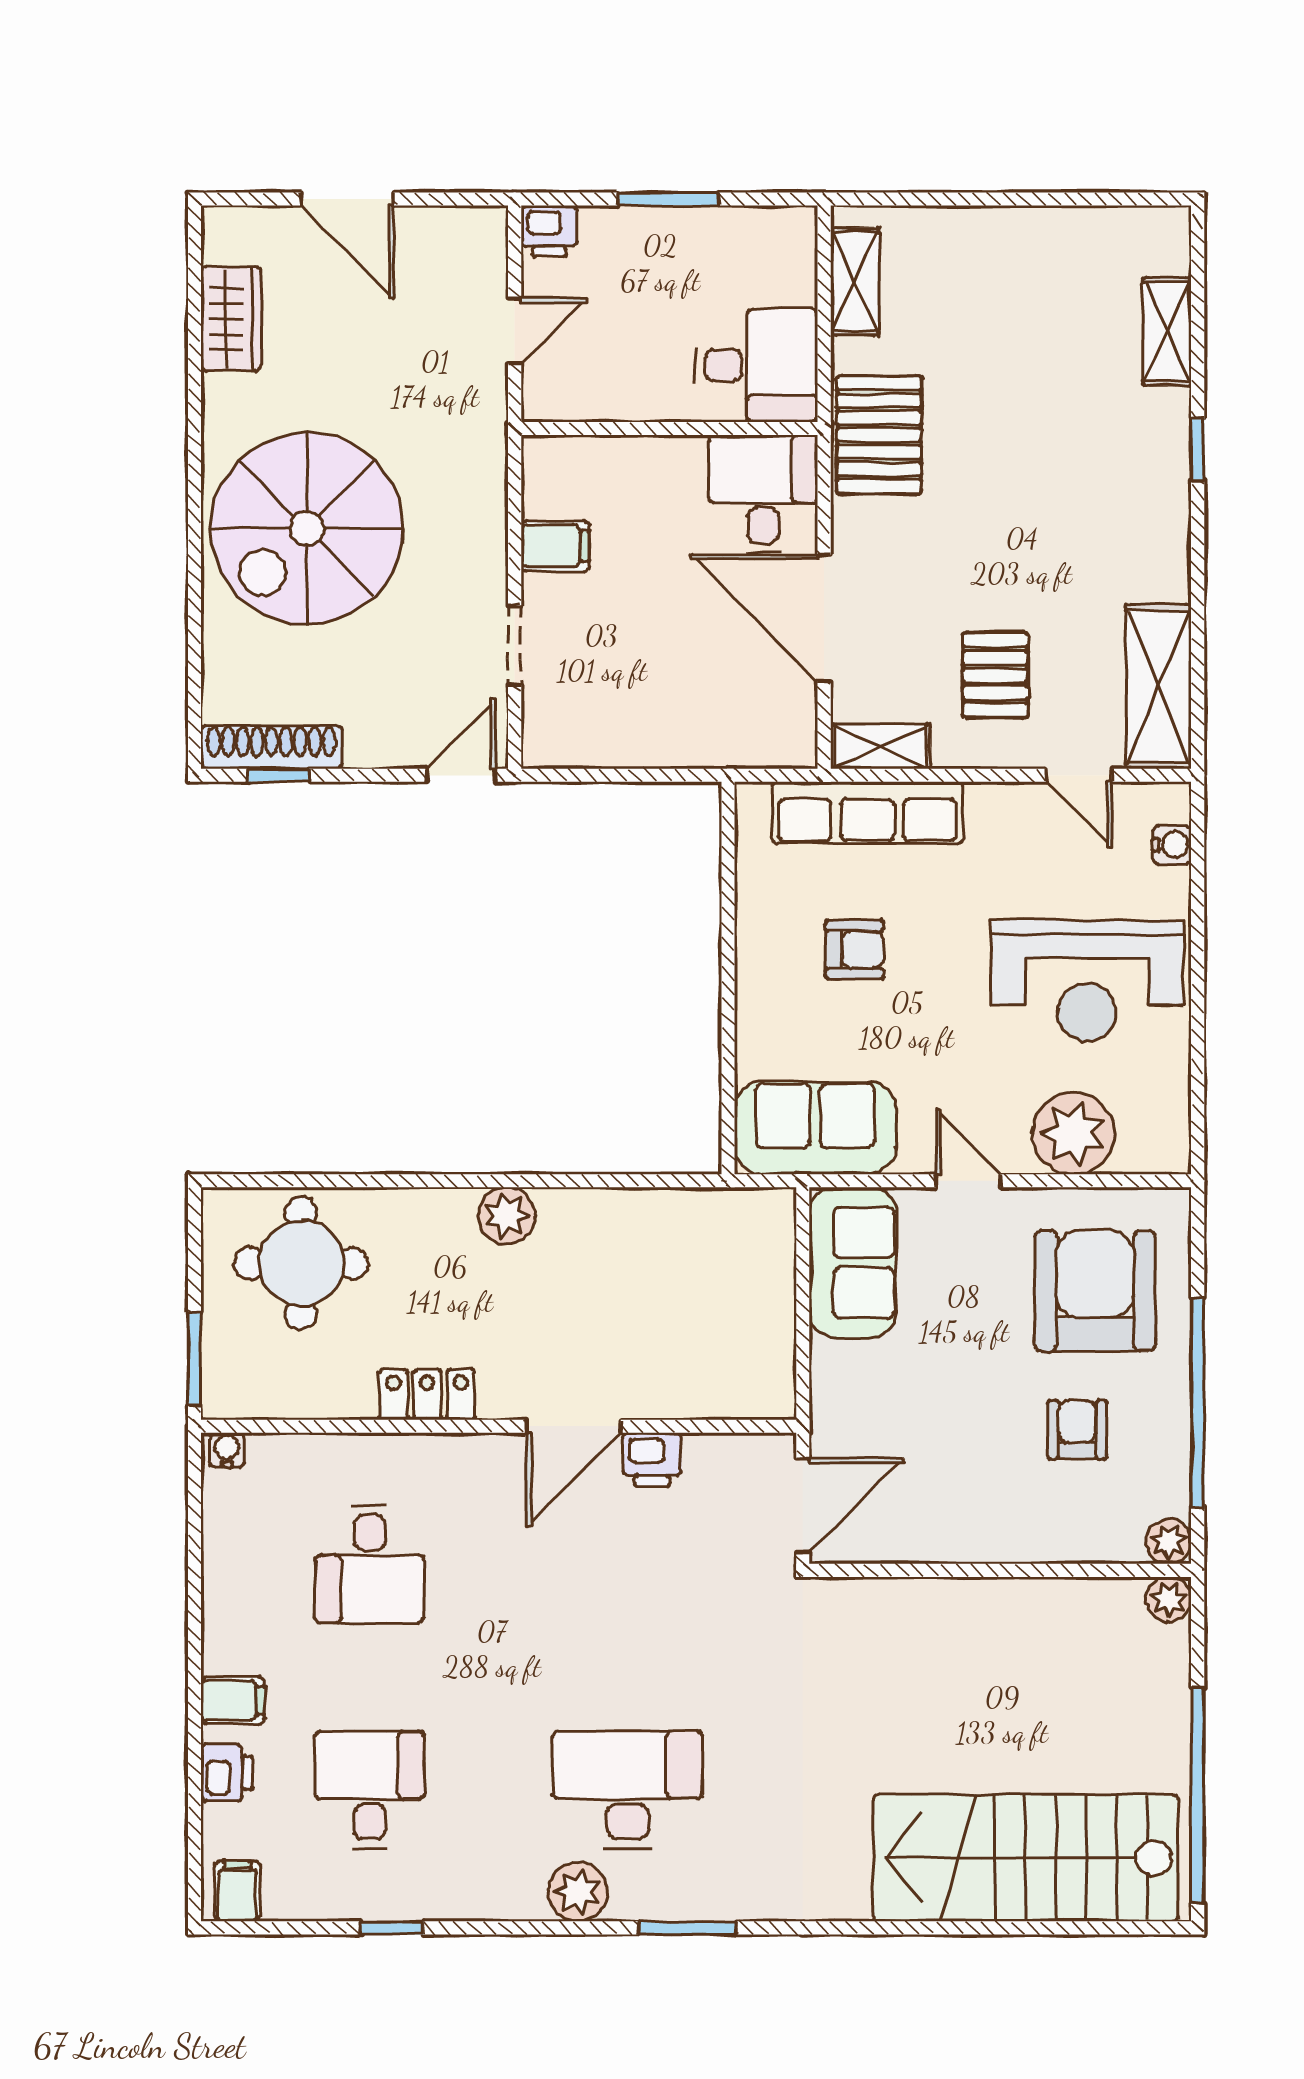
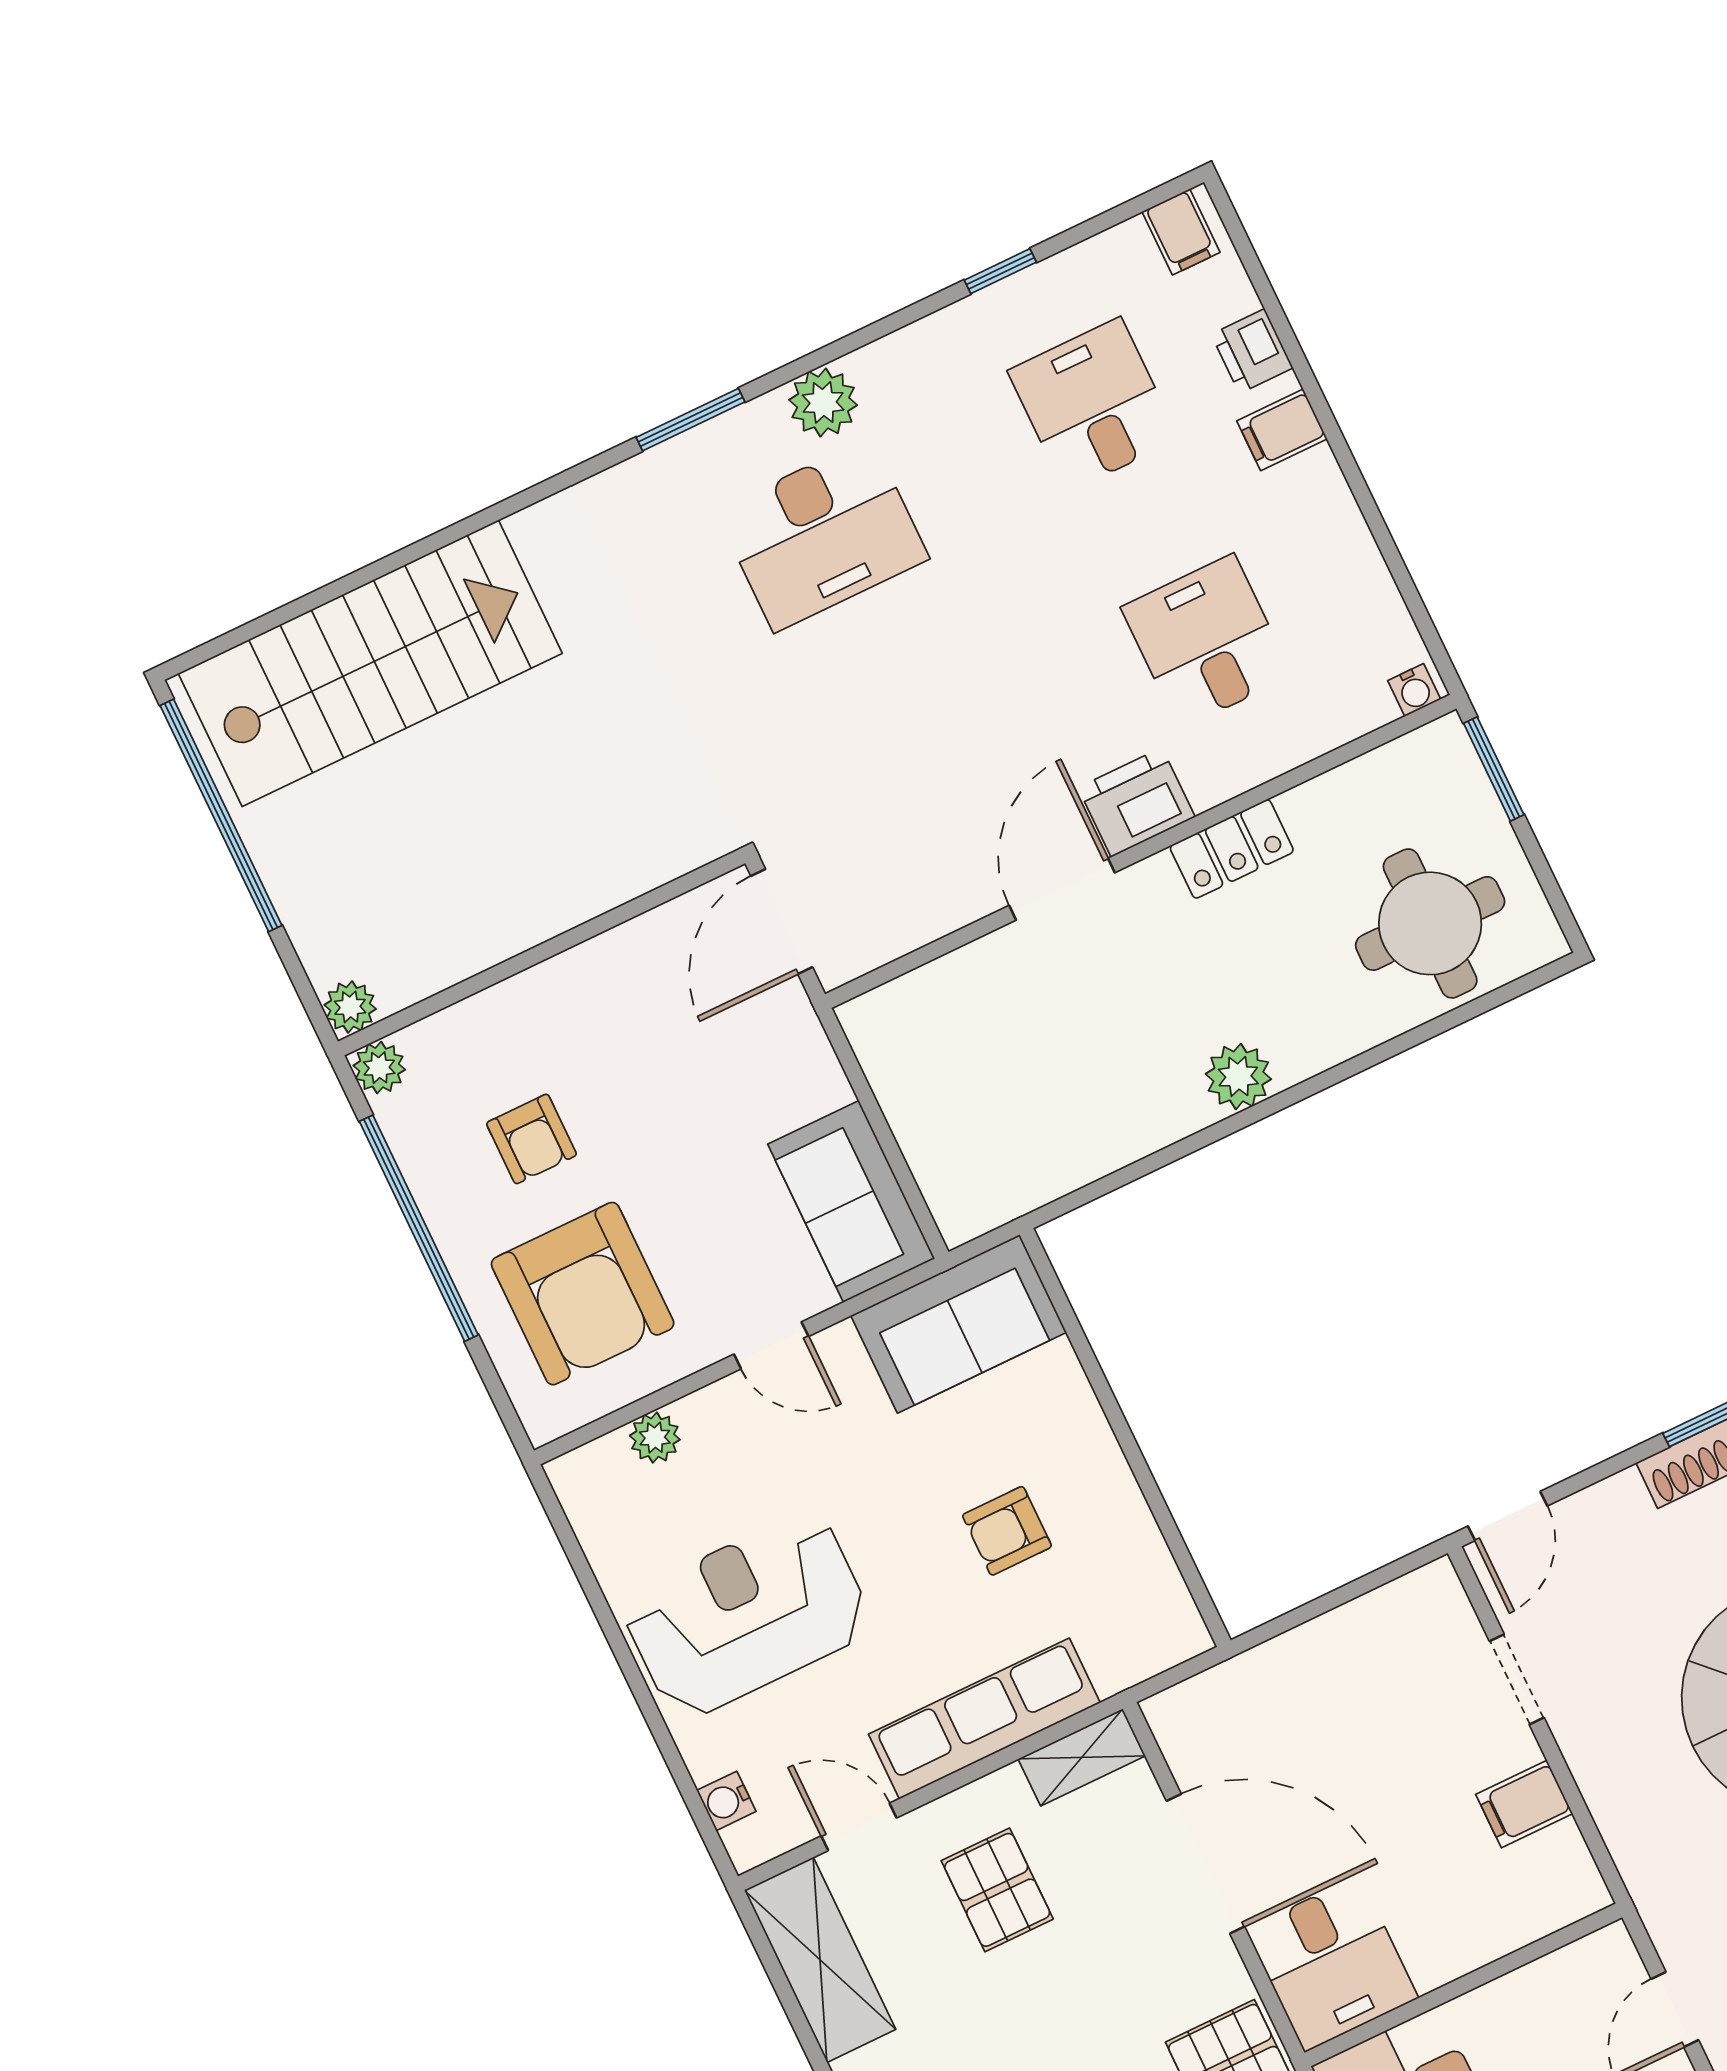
row of seats: (867, 813) -> (984, 1718), moved
plant: (1073, 1133) -> (655, 1438), width x0.53, depth x0.53
printer: (652, 1459) -> (1136, 802), moved, width x1.36, depth x1.24
desk: (370, 1790) -> (1093, 405), turned 180

